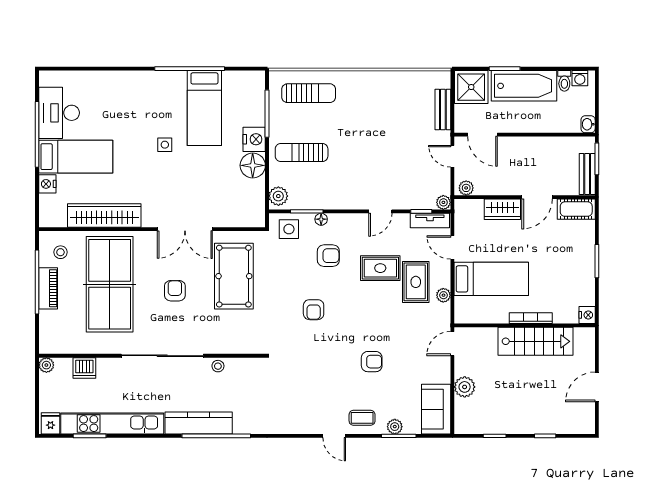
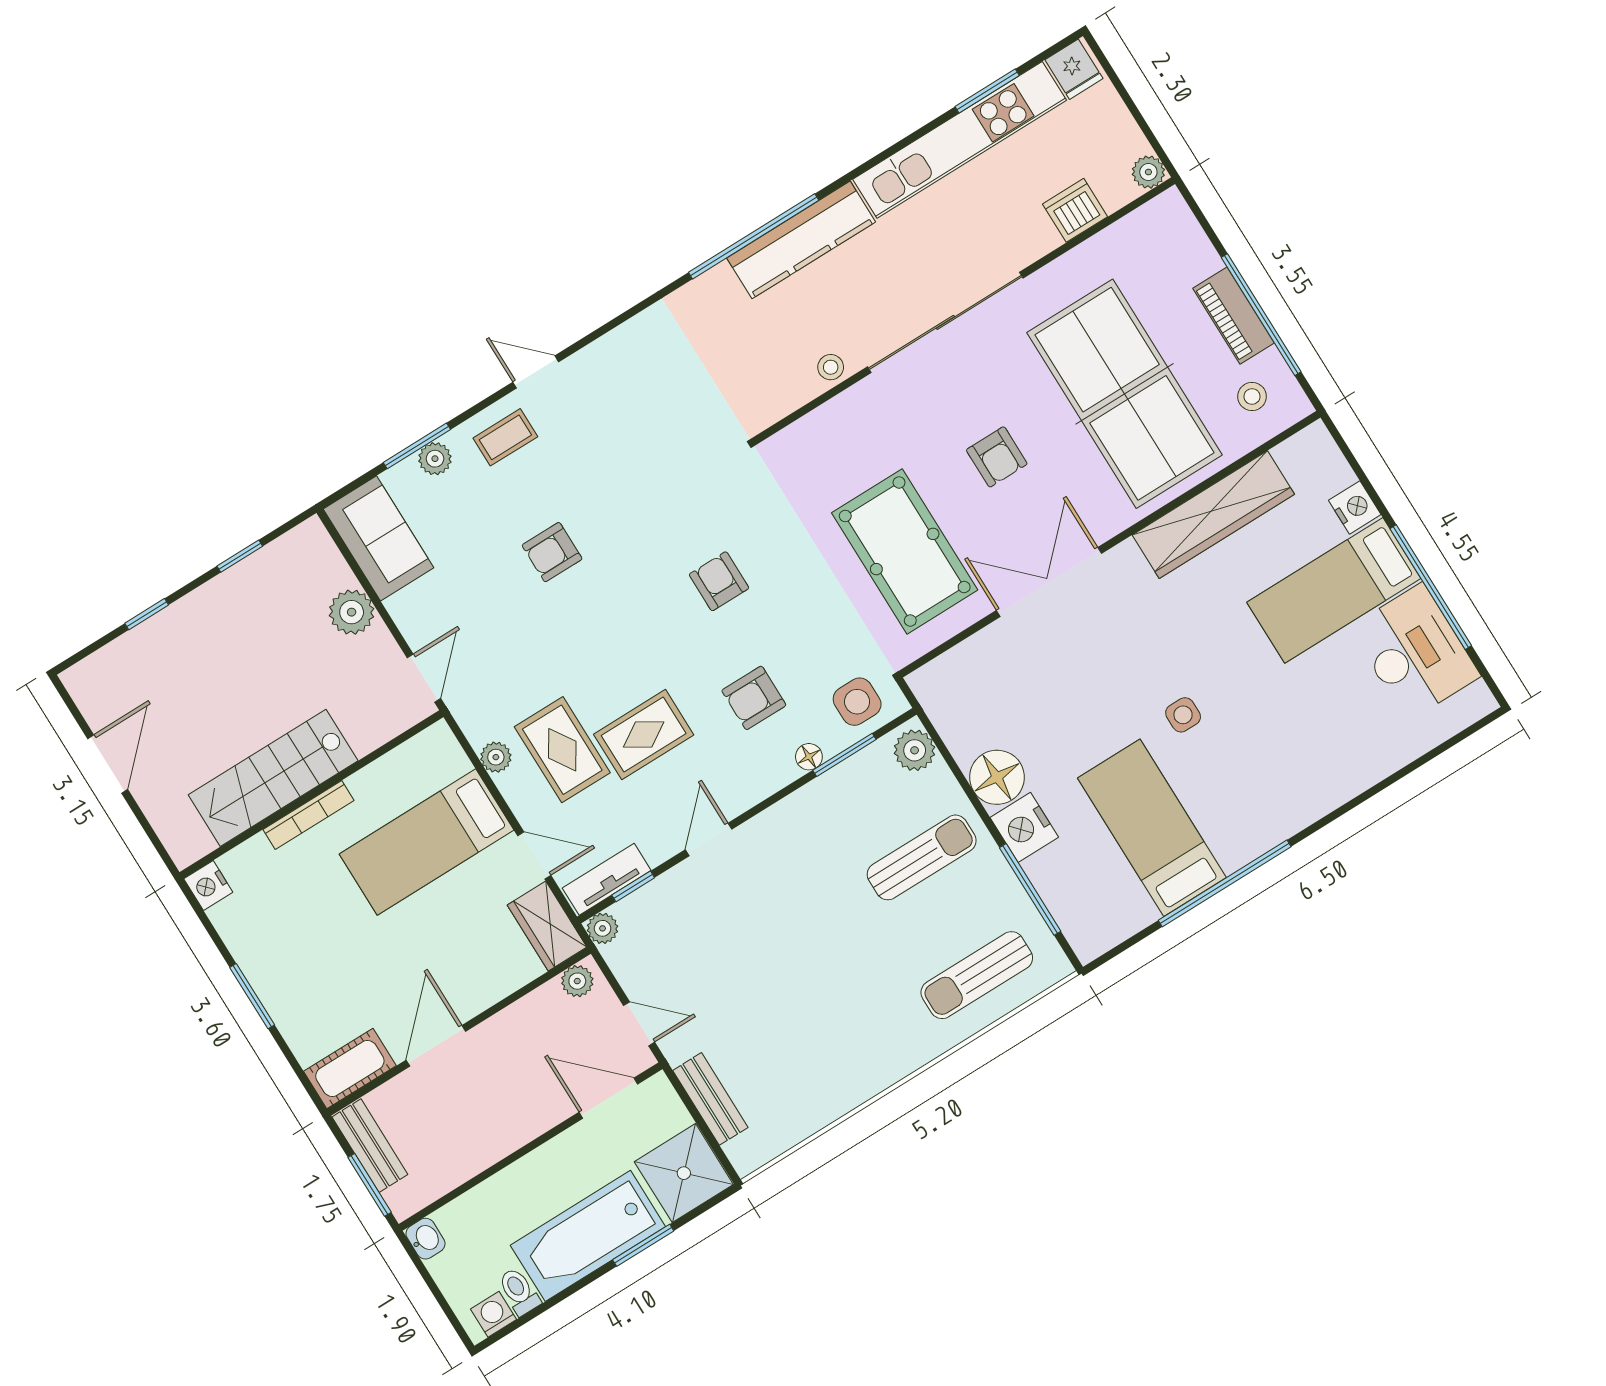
wardrobe: (502, 209) -> (547, 926), moved, turned -90

